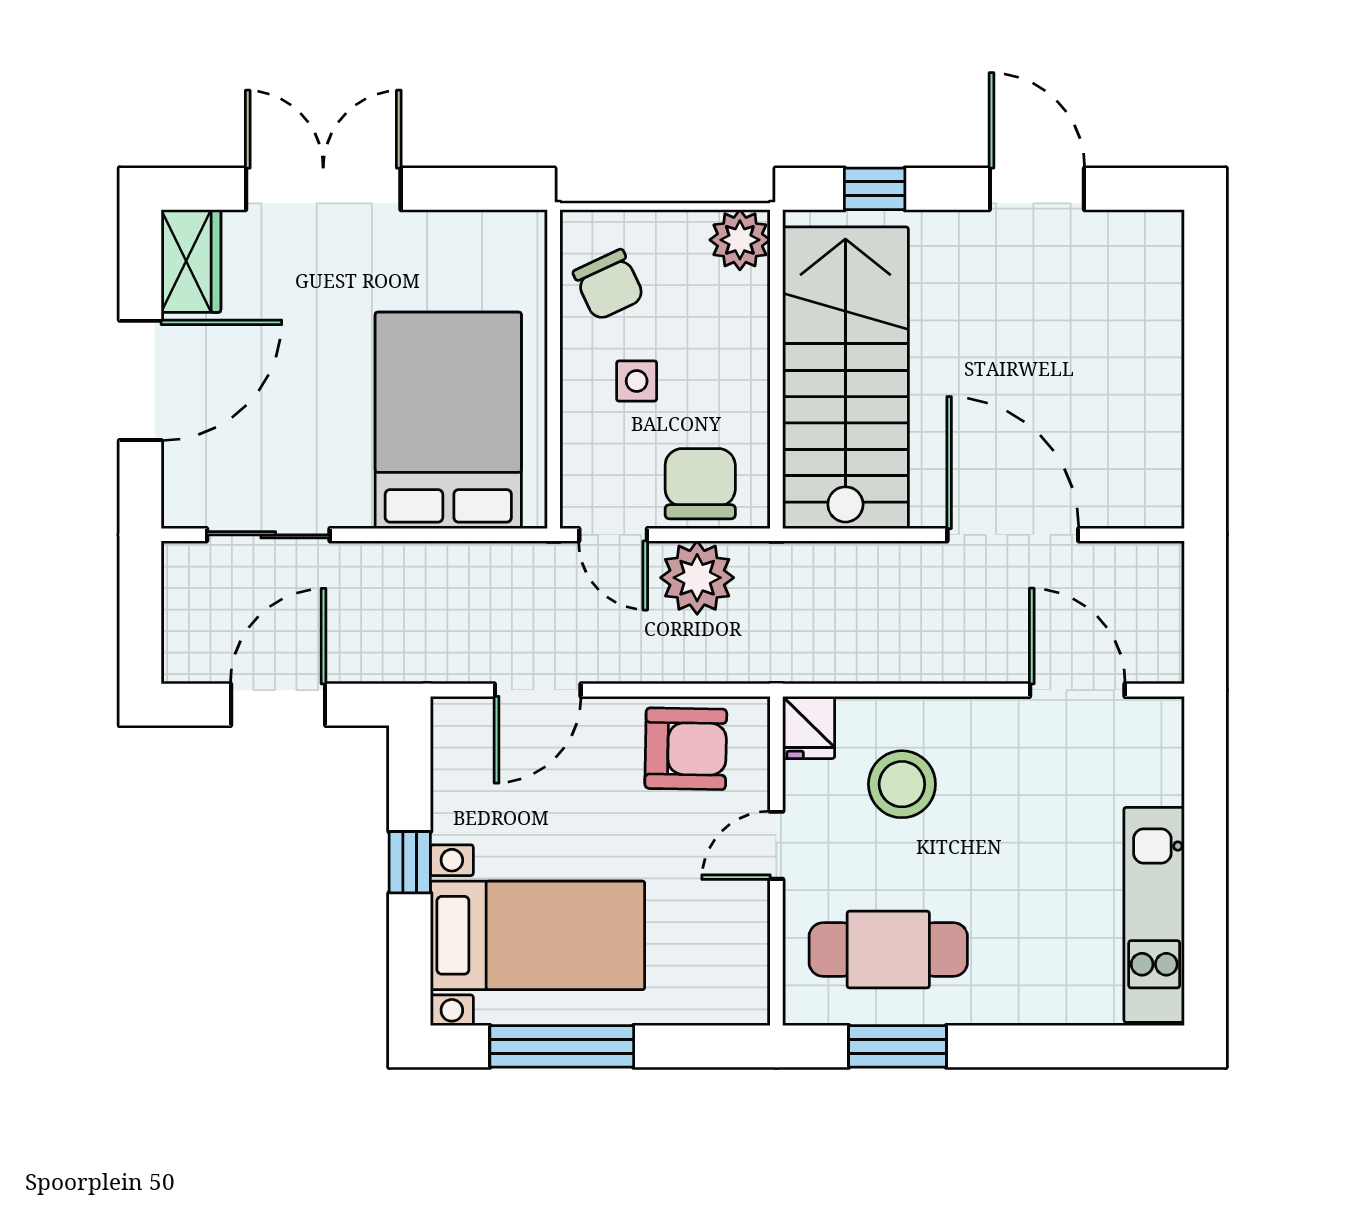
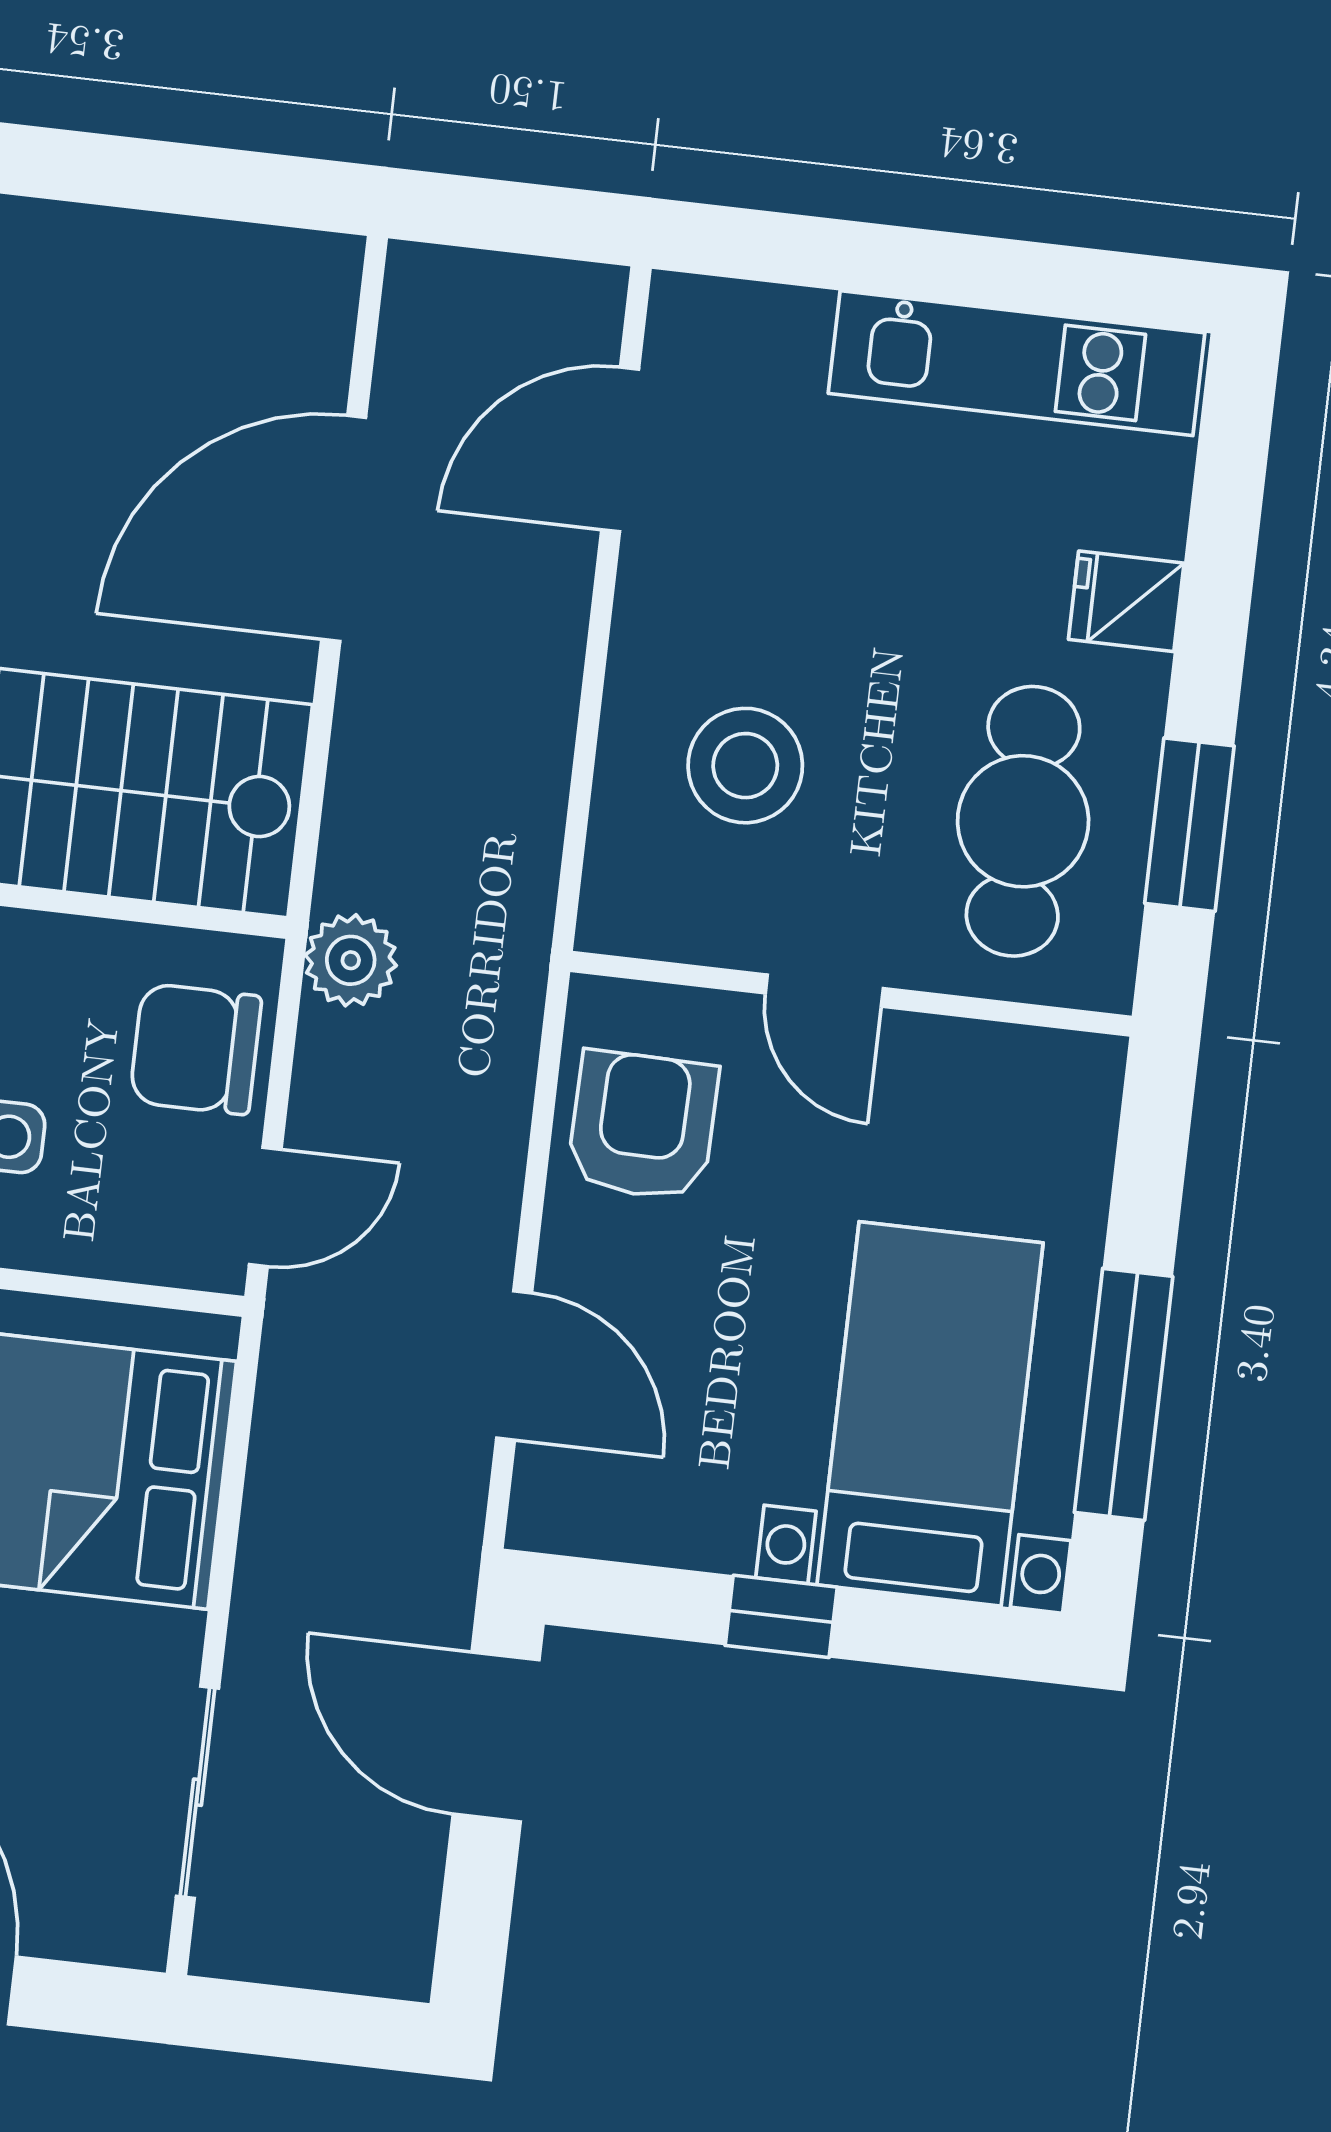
plant: (697, 578) -> (351, 960), moved, width x0.73, depth x0.73
door: (278, 705) -> (496, 1737), moved
fridge: (809, 727) -> (1126, 601), moved, turned 180

